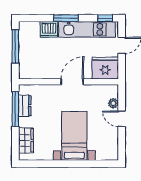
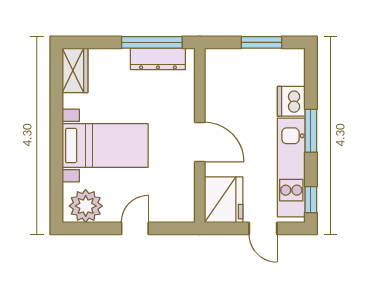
window: (15, 46) -> (262, 42), width x0.69
plant: (113, 103) -> (86, 206), moved, width x1.88, depth x1.88
dresser: (25, 106) -> (158, 59), width x1.44
wardrobe: (26, 140) -> (75, 70), moved, turned -90

